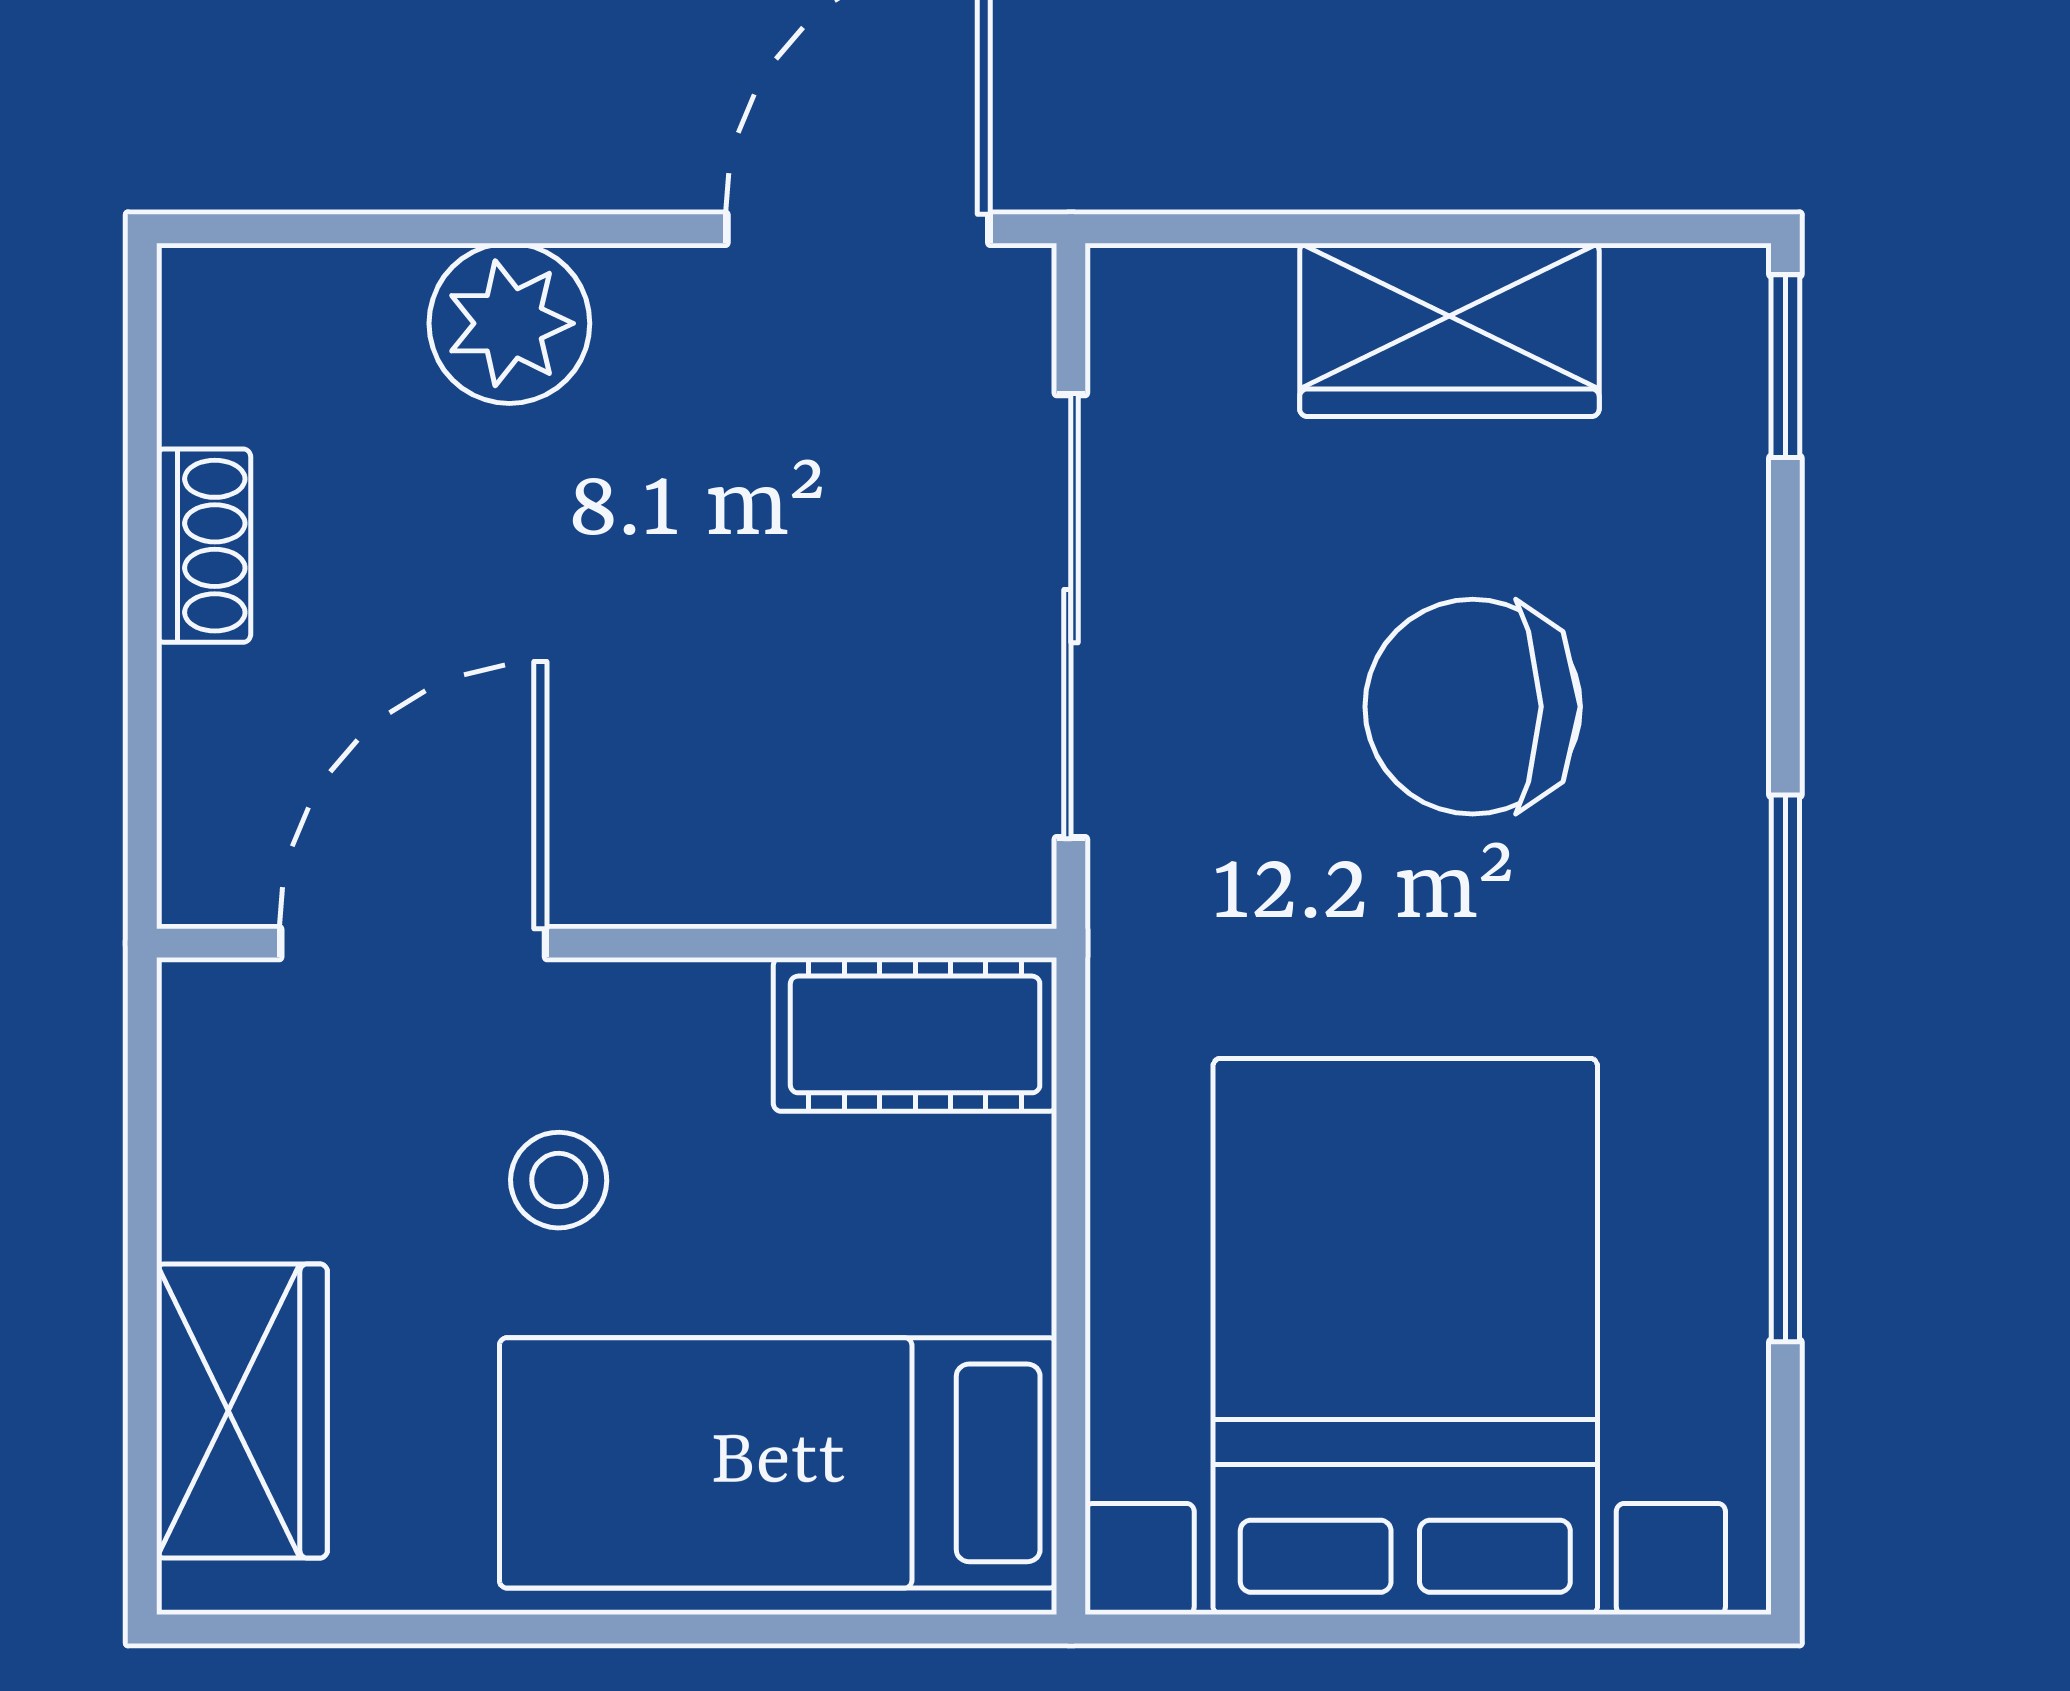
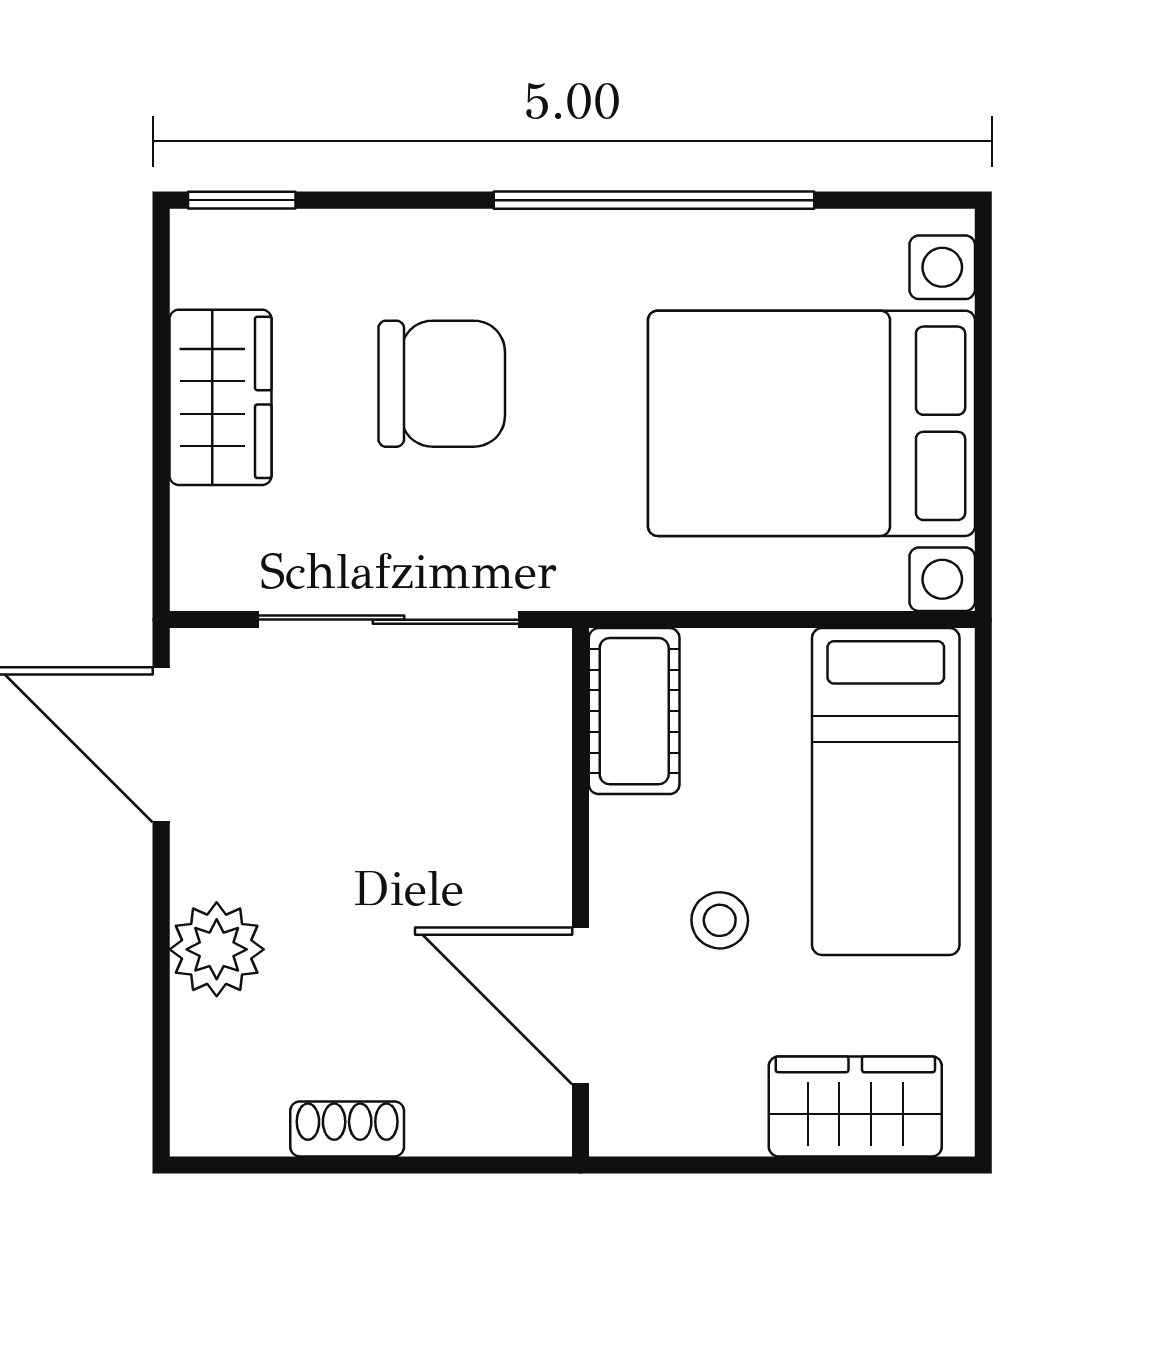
chair: (1473, 707) -> (442, 384), turned -90

